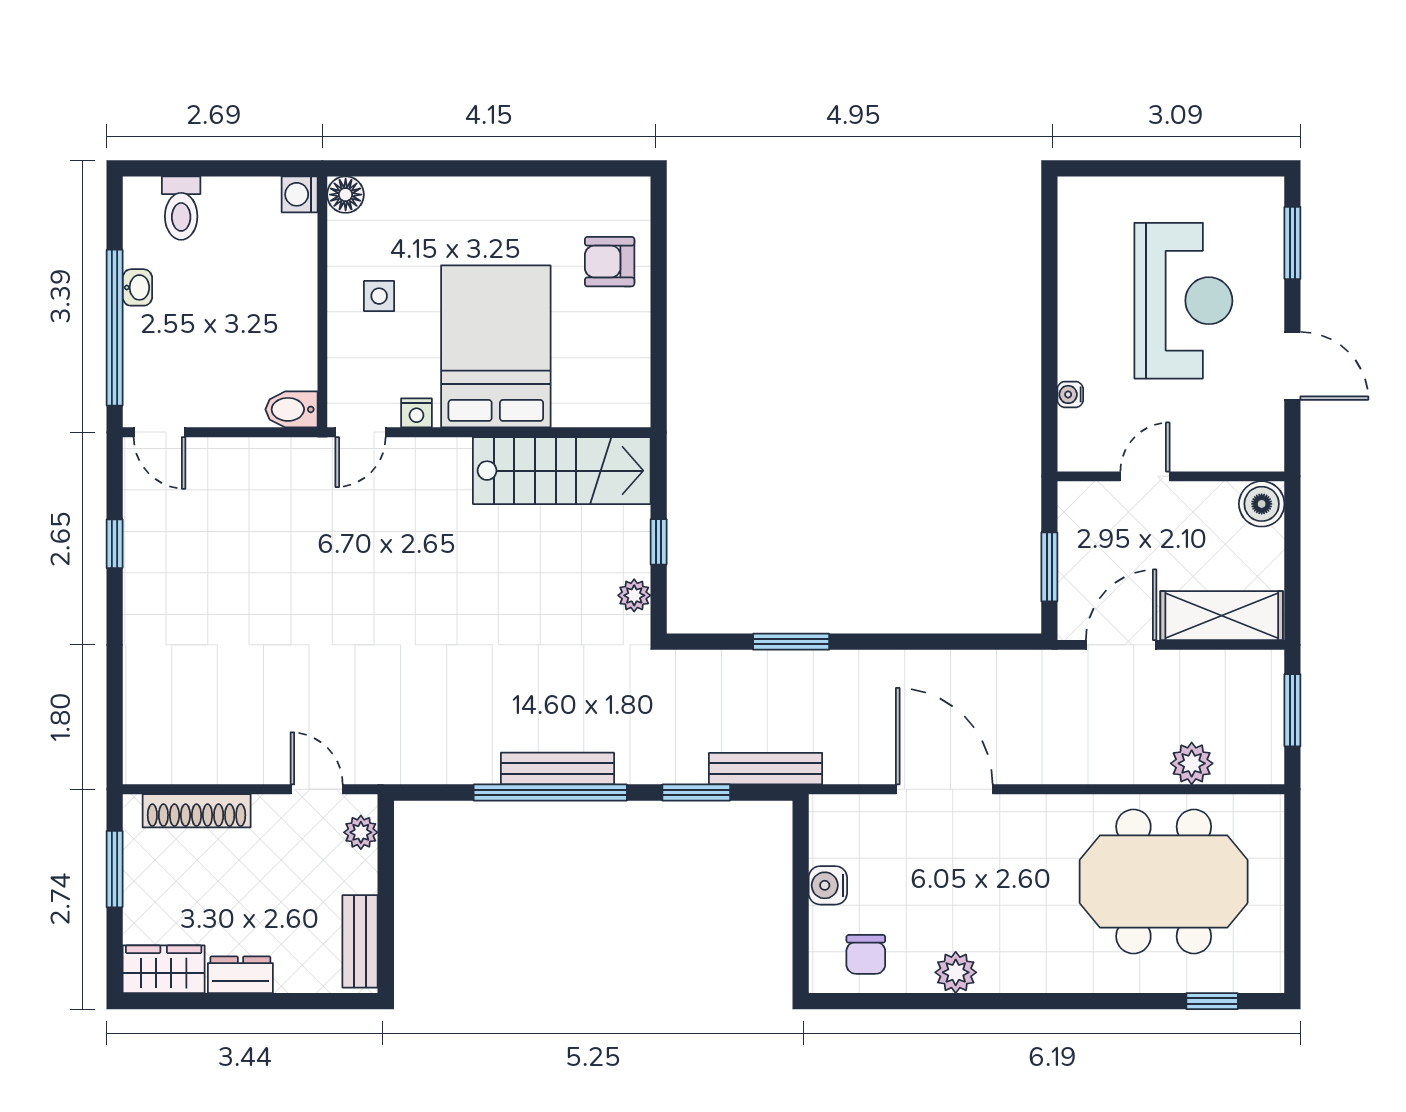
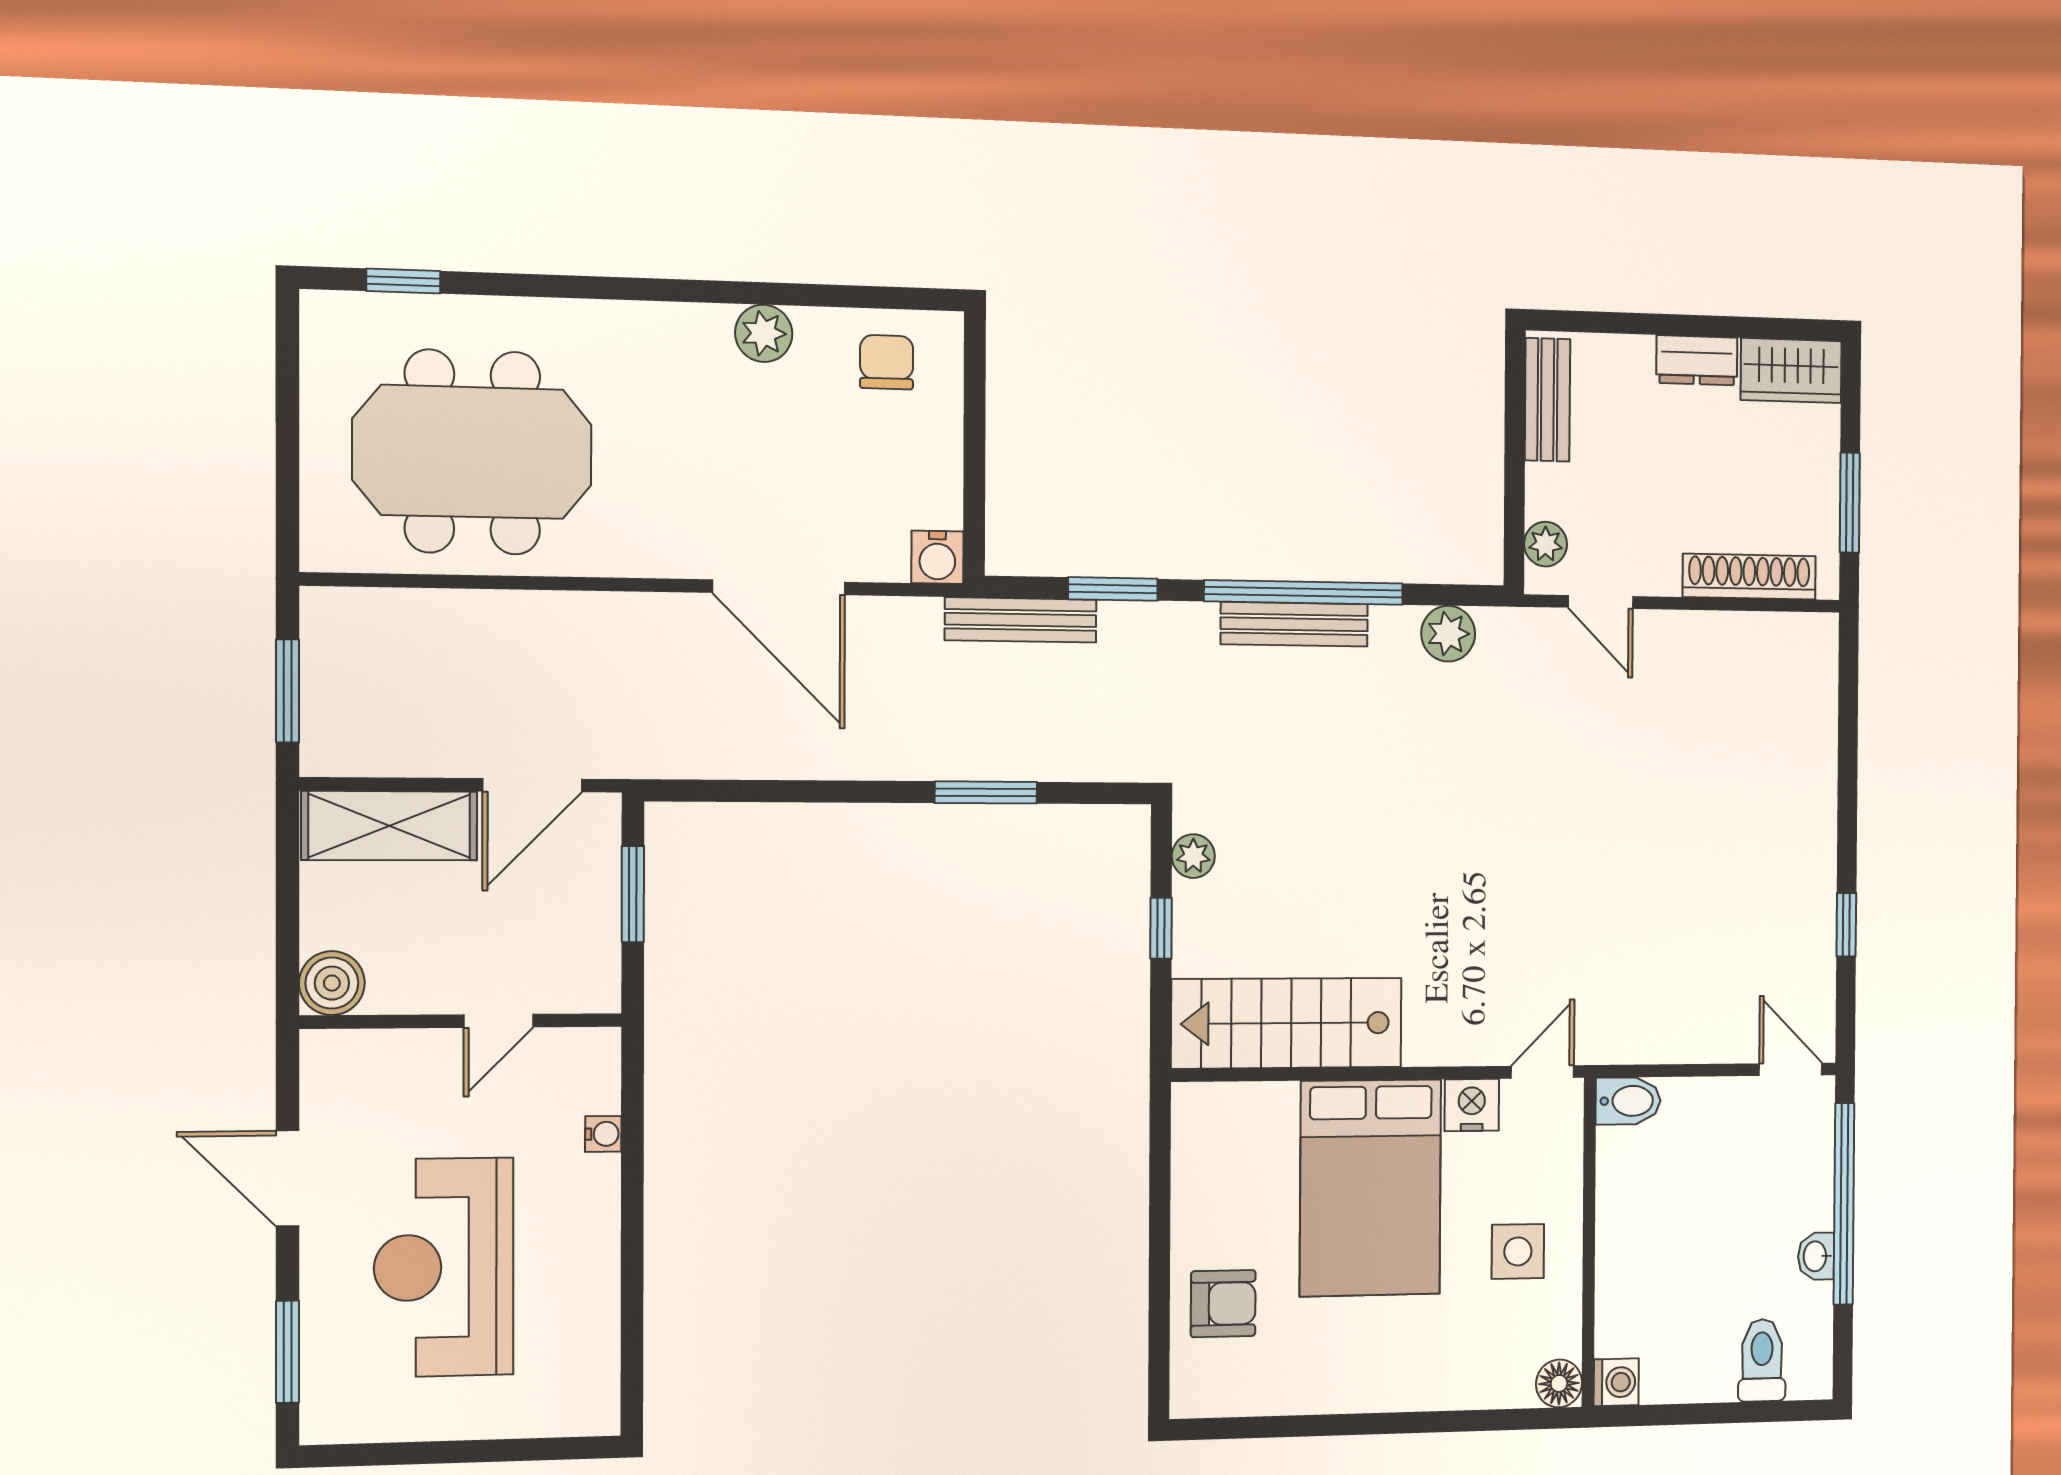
side table: (379, 296) -> (1518, 1251), width x1.37, depth x1.37
nightstand: (416, 413) -> (1472, 1105), width x1.39, depth x1.35
plant: (1192, 763) -> (1448, 634), moved
water cooler: (828, 885) -> (937, 557), moved, turned 90

